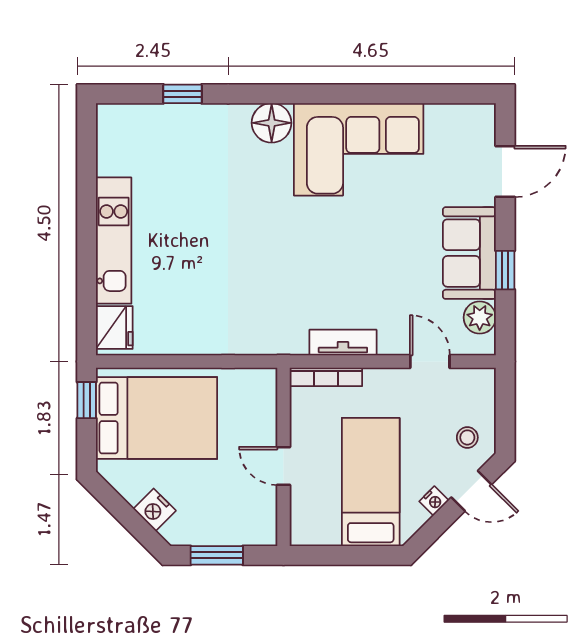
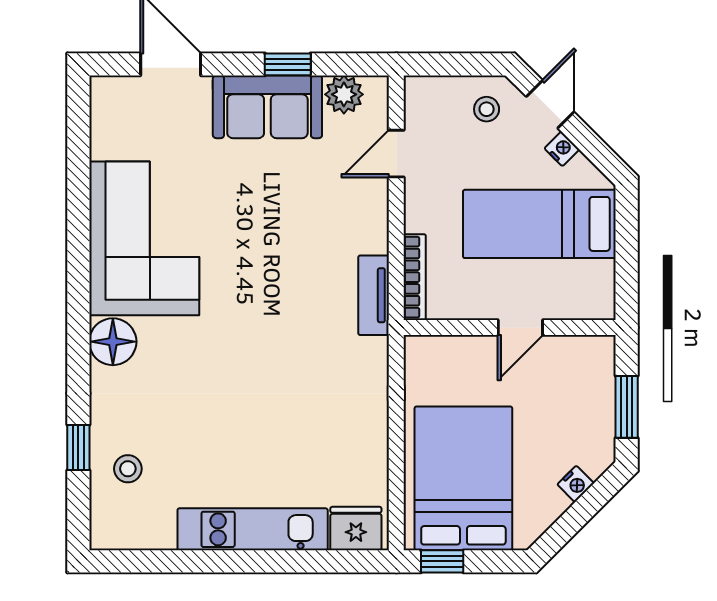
stool: (165, 136) -> (128, 469), added
tv unit: (343, 342) -> (374, 295), moved
nightstand: (155, 510) -> (576, 484), width x0.72, depth x0.74

